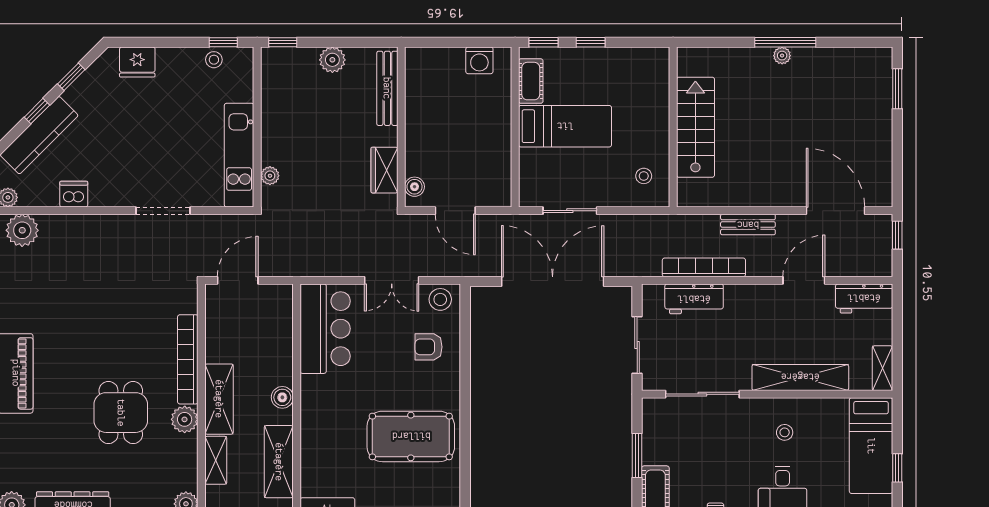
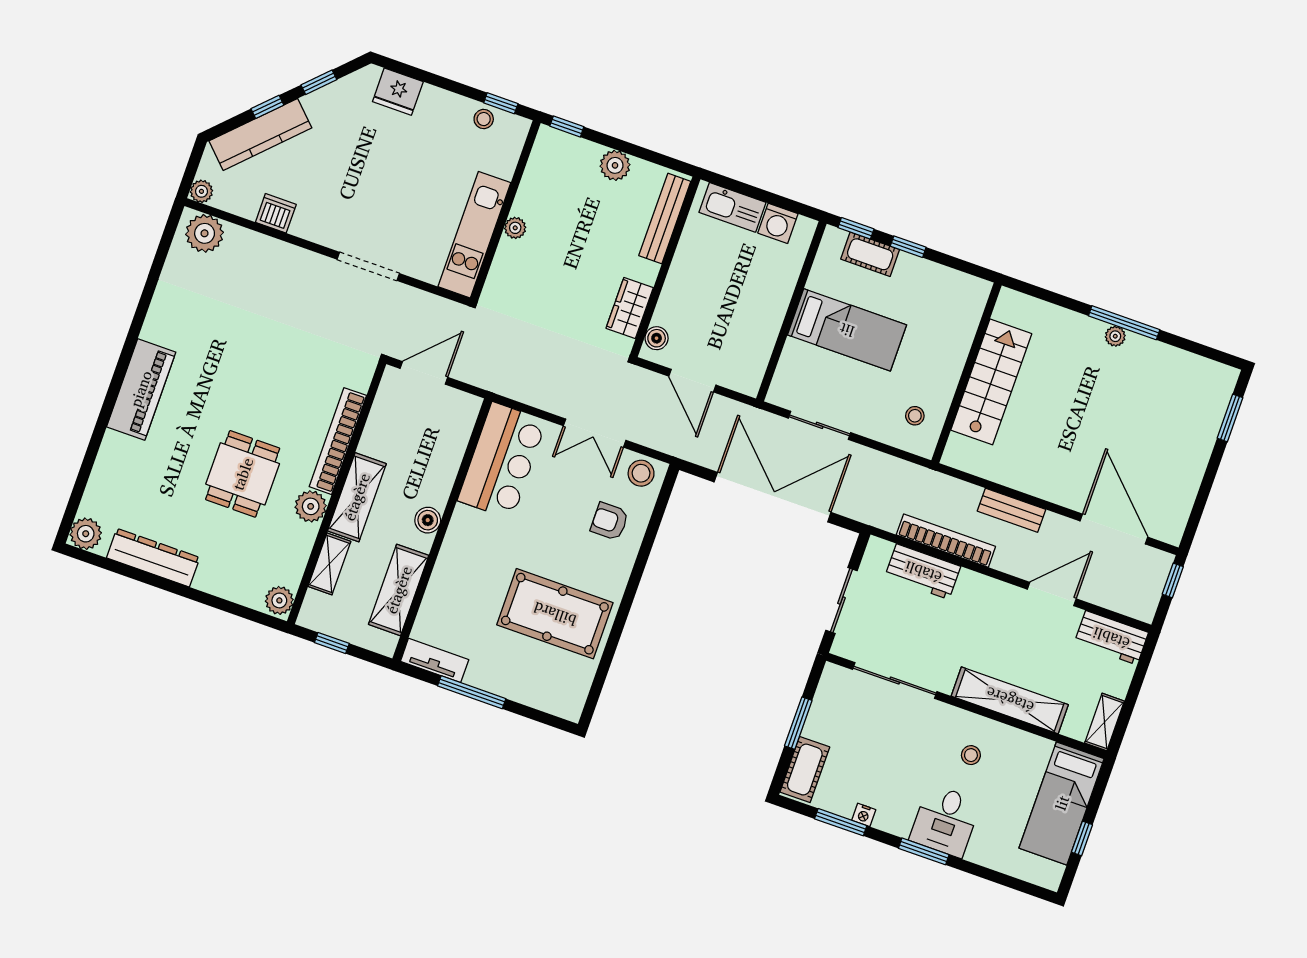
kitchen sink: (438, 60) -> (732, 207), added
cot: (531, 81) -> (870, 254), moved, turned 90
plant: (270, 176) -> (515, 228), moved

